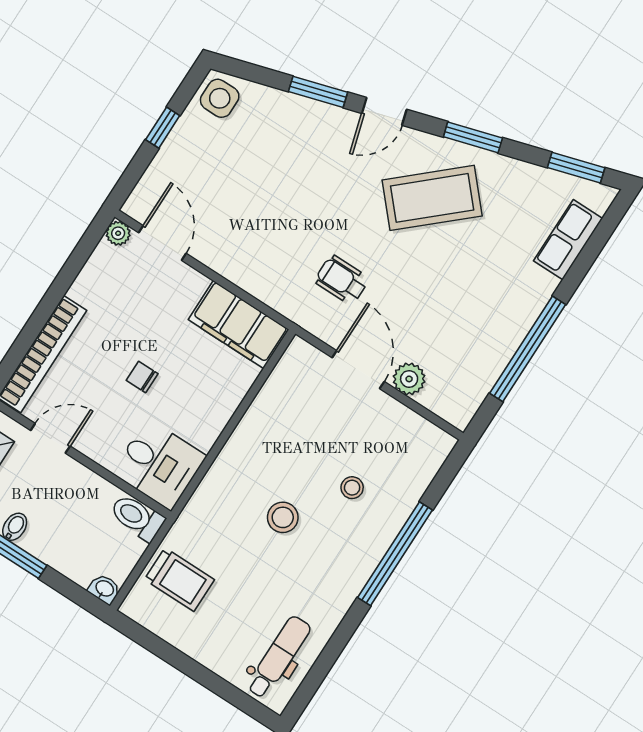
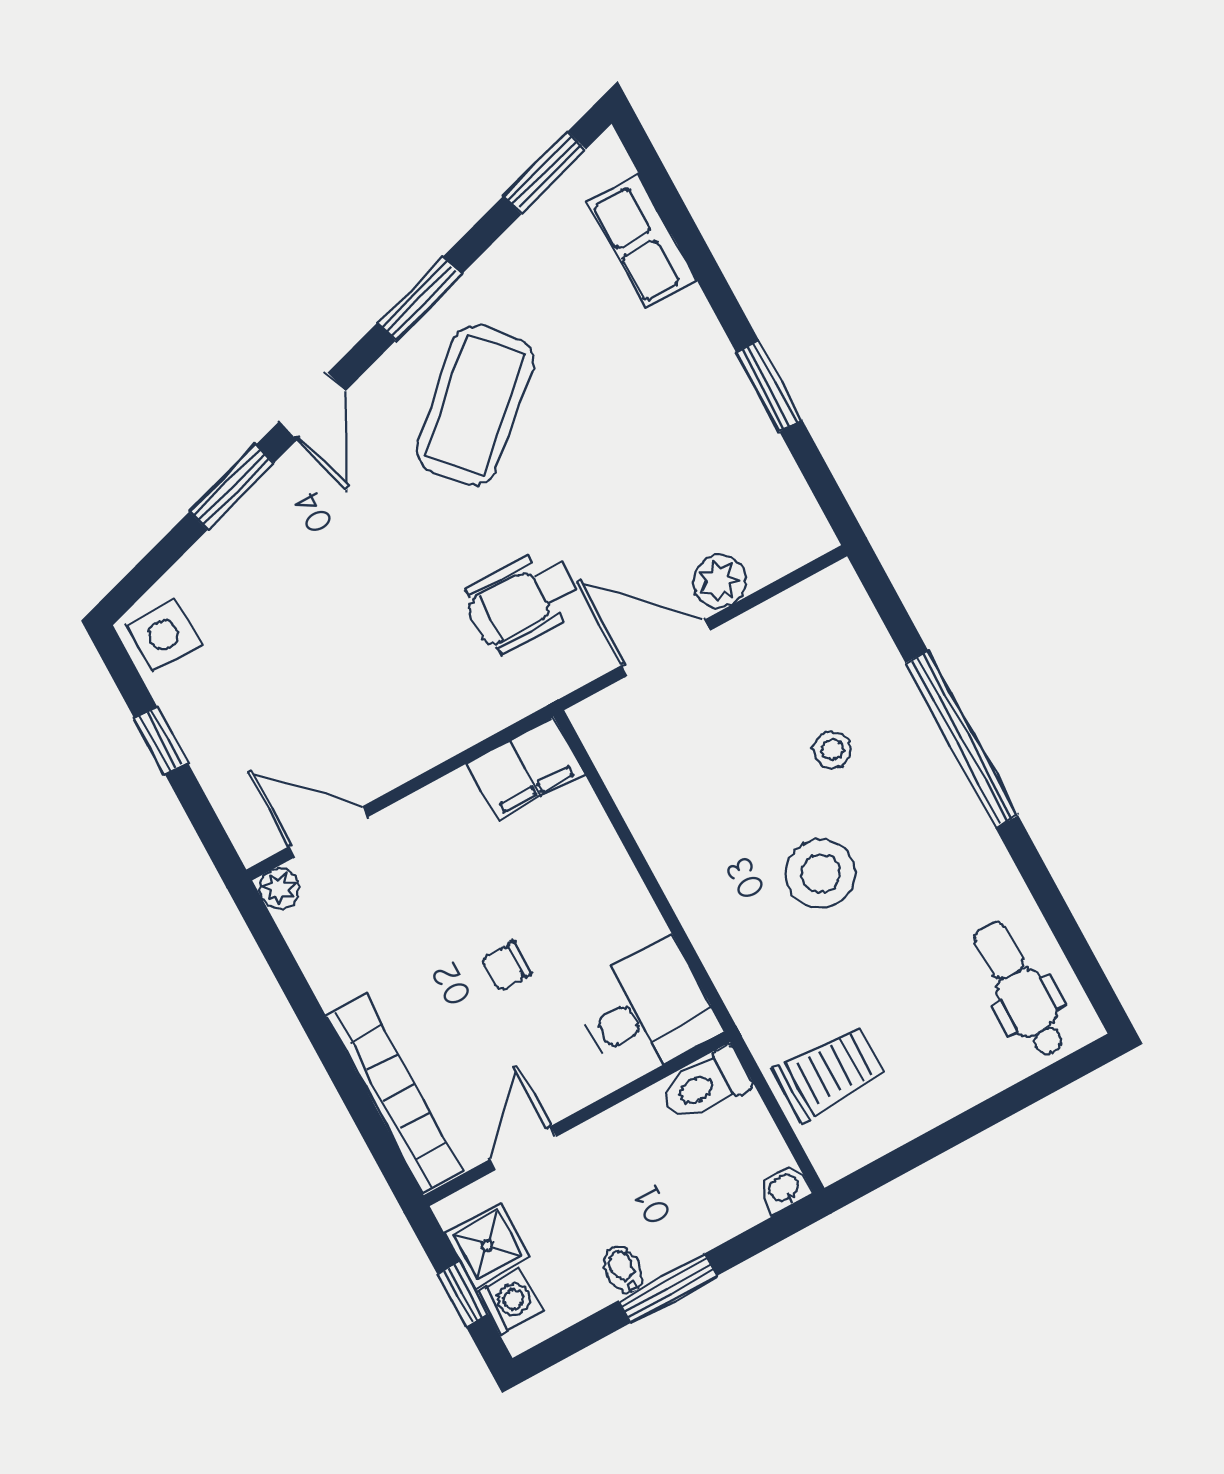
wheelchair: (342, 280) -> (523, 601), width x1.36, depth x1.37
filing cabinet: (239, 325) -> (526, 769), width x0.67, depth x0.86
window: (528, 349) -> (769, 386), width x0.47
stool: (283, 517) -> (821, 873), width x1.38, depth x1.38

